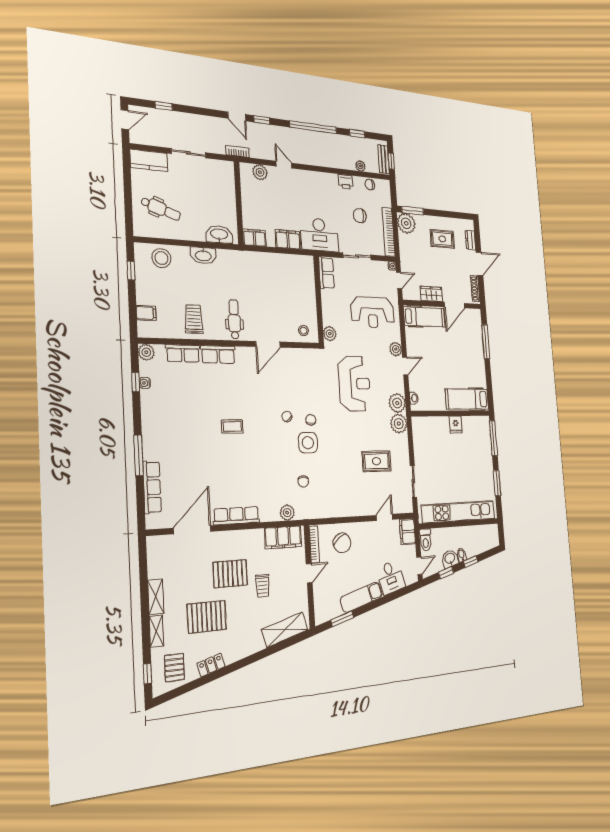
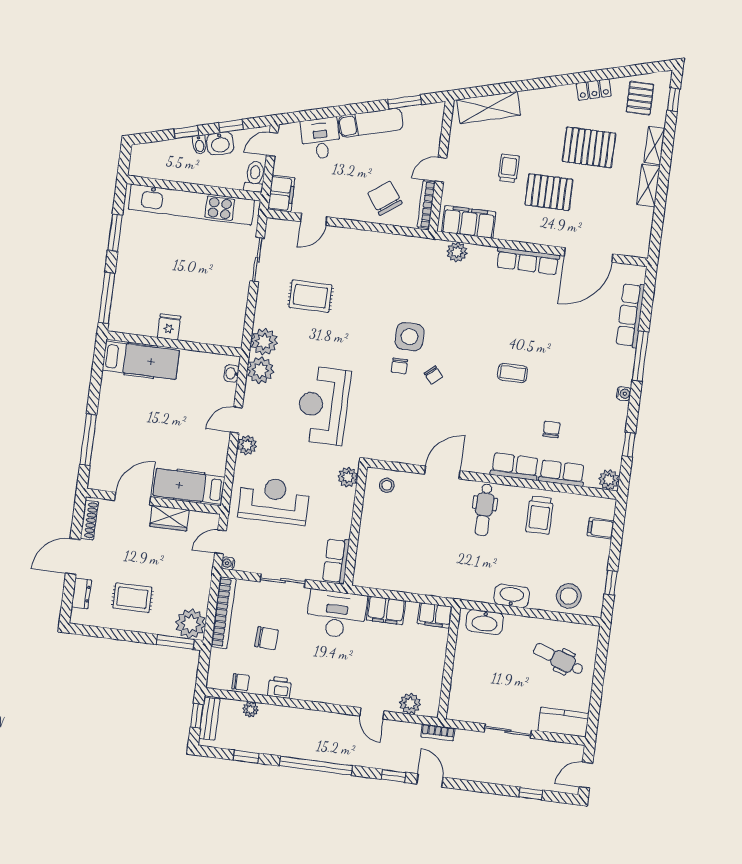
water cooler: (145, 383) -> (624, 394), moved
chair: (303, 481) -> (551, 429), moved

